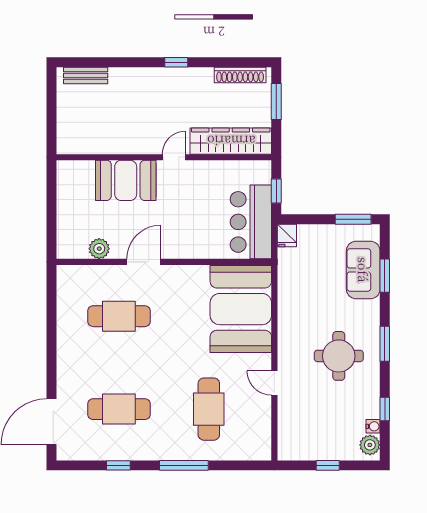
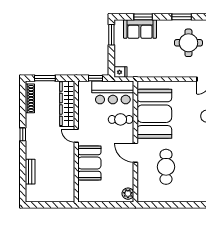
bench: (86, 75) -> (30, 172), moved
cafe table: (203, 236) -> (121, 119), added
plant: (99, 249) -> (128, 194), moved
booth: (241, 309) -> (154, 114), moved, turned 90

